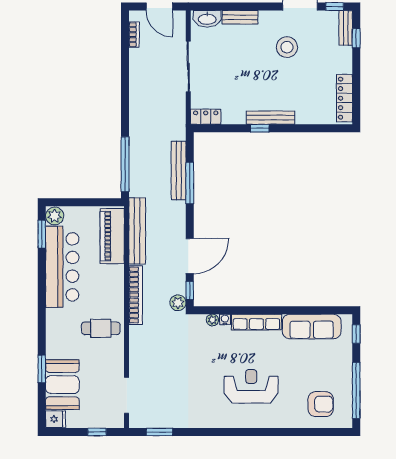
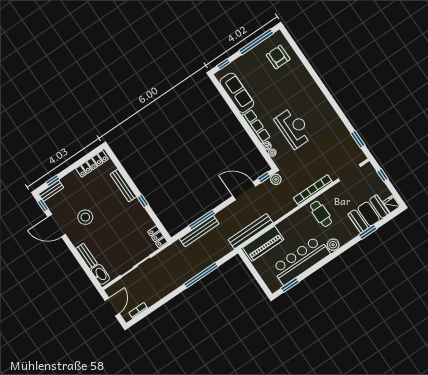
bench: (271, 118) -> (123, 185), moved
window: (125, 164) -> (201, 275), moved
plant: (55, 216) -> (333, 245), moved
bookcase: (136, 295) -> (313, 190), moved
reception desk: (251, 386) -> (294, 128), moved, turned 180

